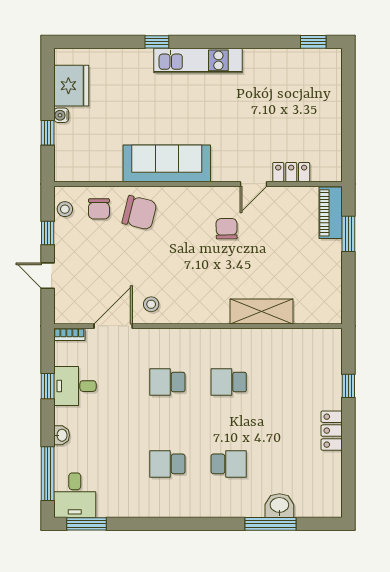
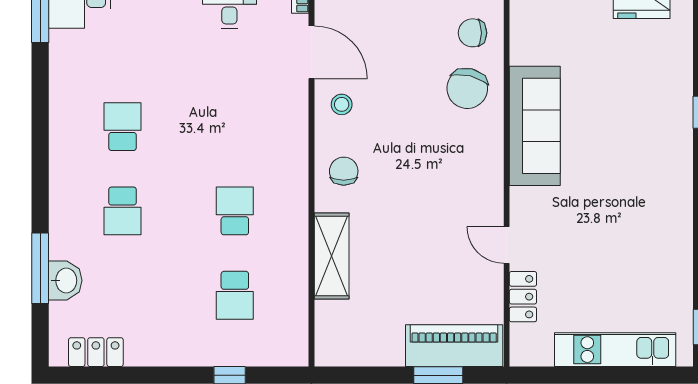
kitchen unit: (198, 60) -> (615, 350), moved, turned 90
piano: (331, 213) -> (454, 346), width x1.37, depth x1.33
chair: (227, 229) -> (344, 171), moved, turned -89
school desk: (167, 382) -> (235, 295), moved, turned 180
locker: (332, 431) -> (96, 352), moved

